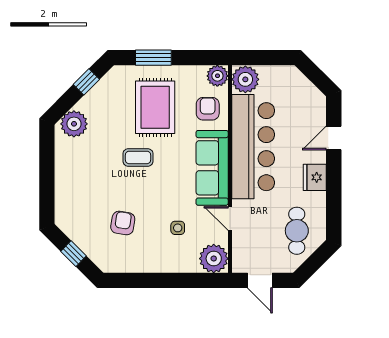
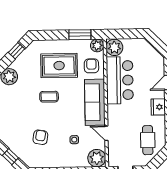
window: (153, 58) -> (80, 35), moved
rug: (155, 107) -> (59, 66), turned 90
bar counter: (253, 147) -> (120, 80), width x0.73

